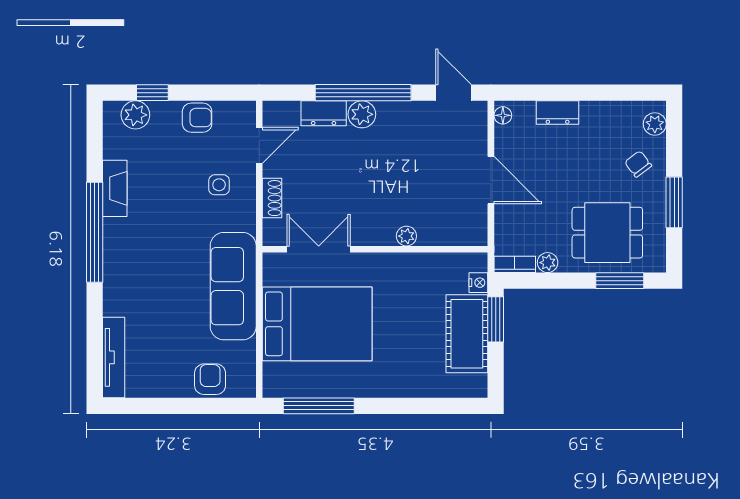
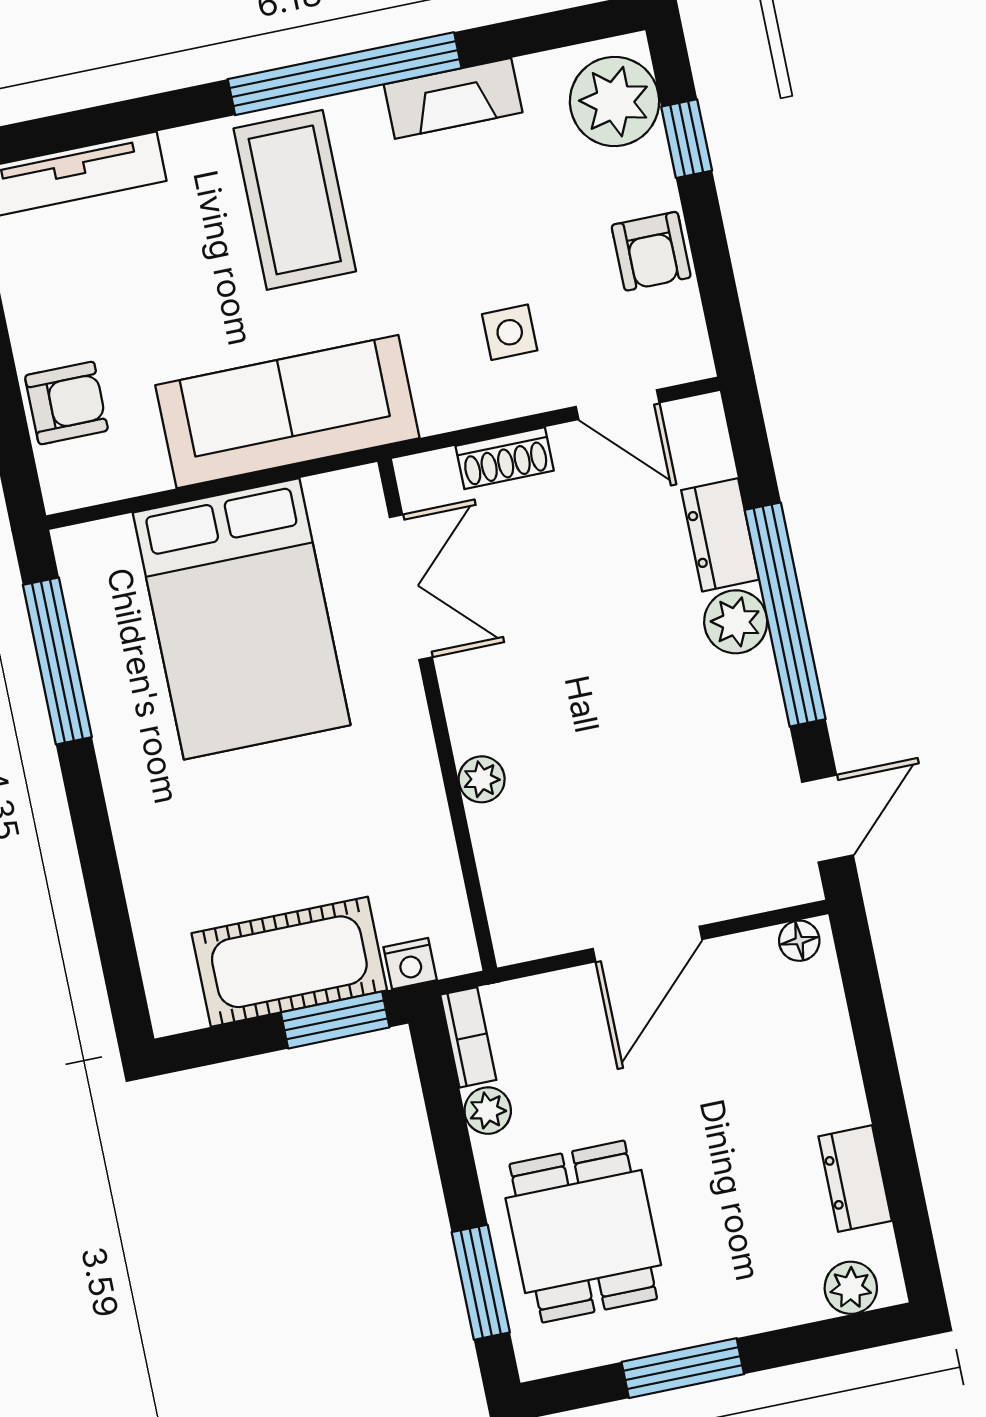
dresser: (558, 113) -> (855, 1179), moved
plant: (135, 115) -> (615, 101), width x1.36, depth x1.36
chair: (638, 164) -> (753, 1269), removed
coffee table: (144, 264) -> (295, 200), added

